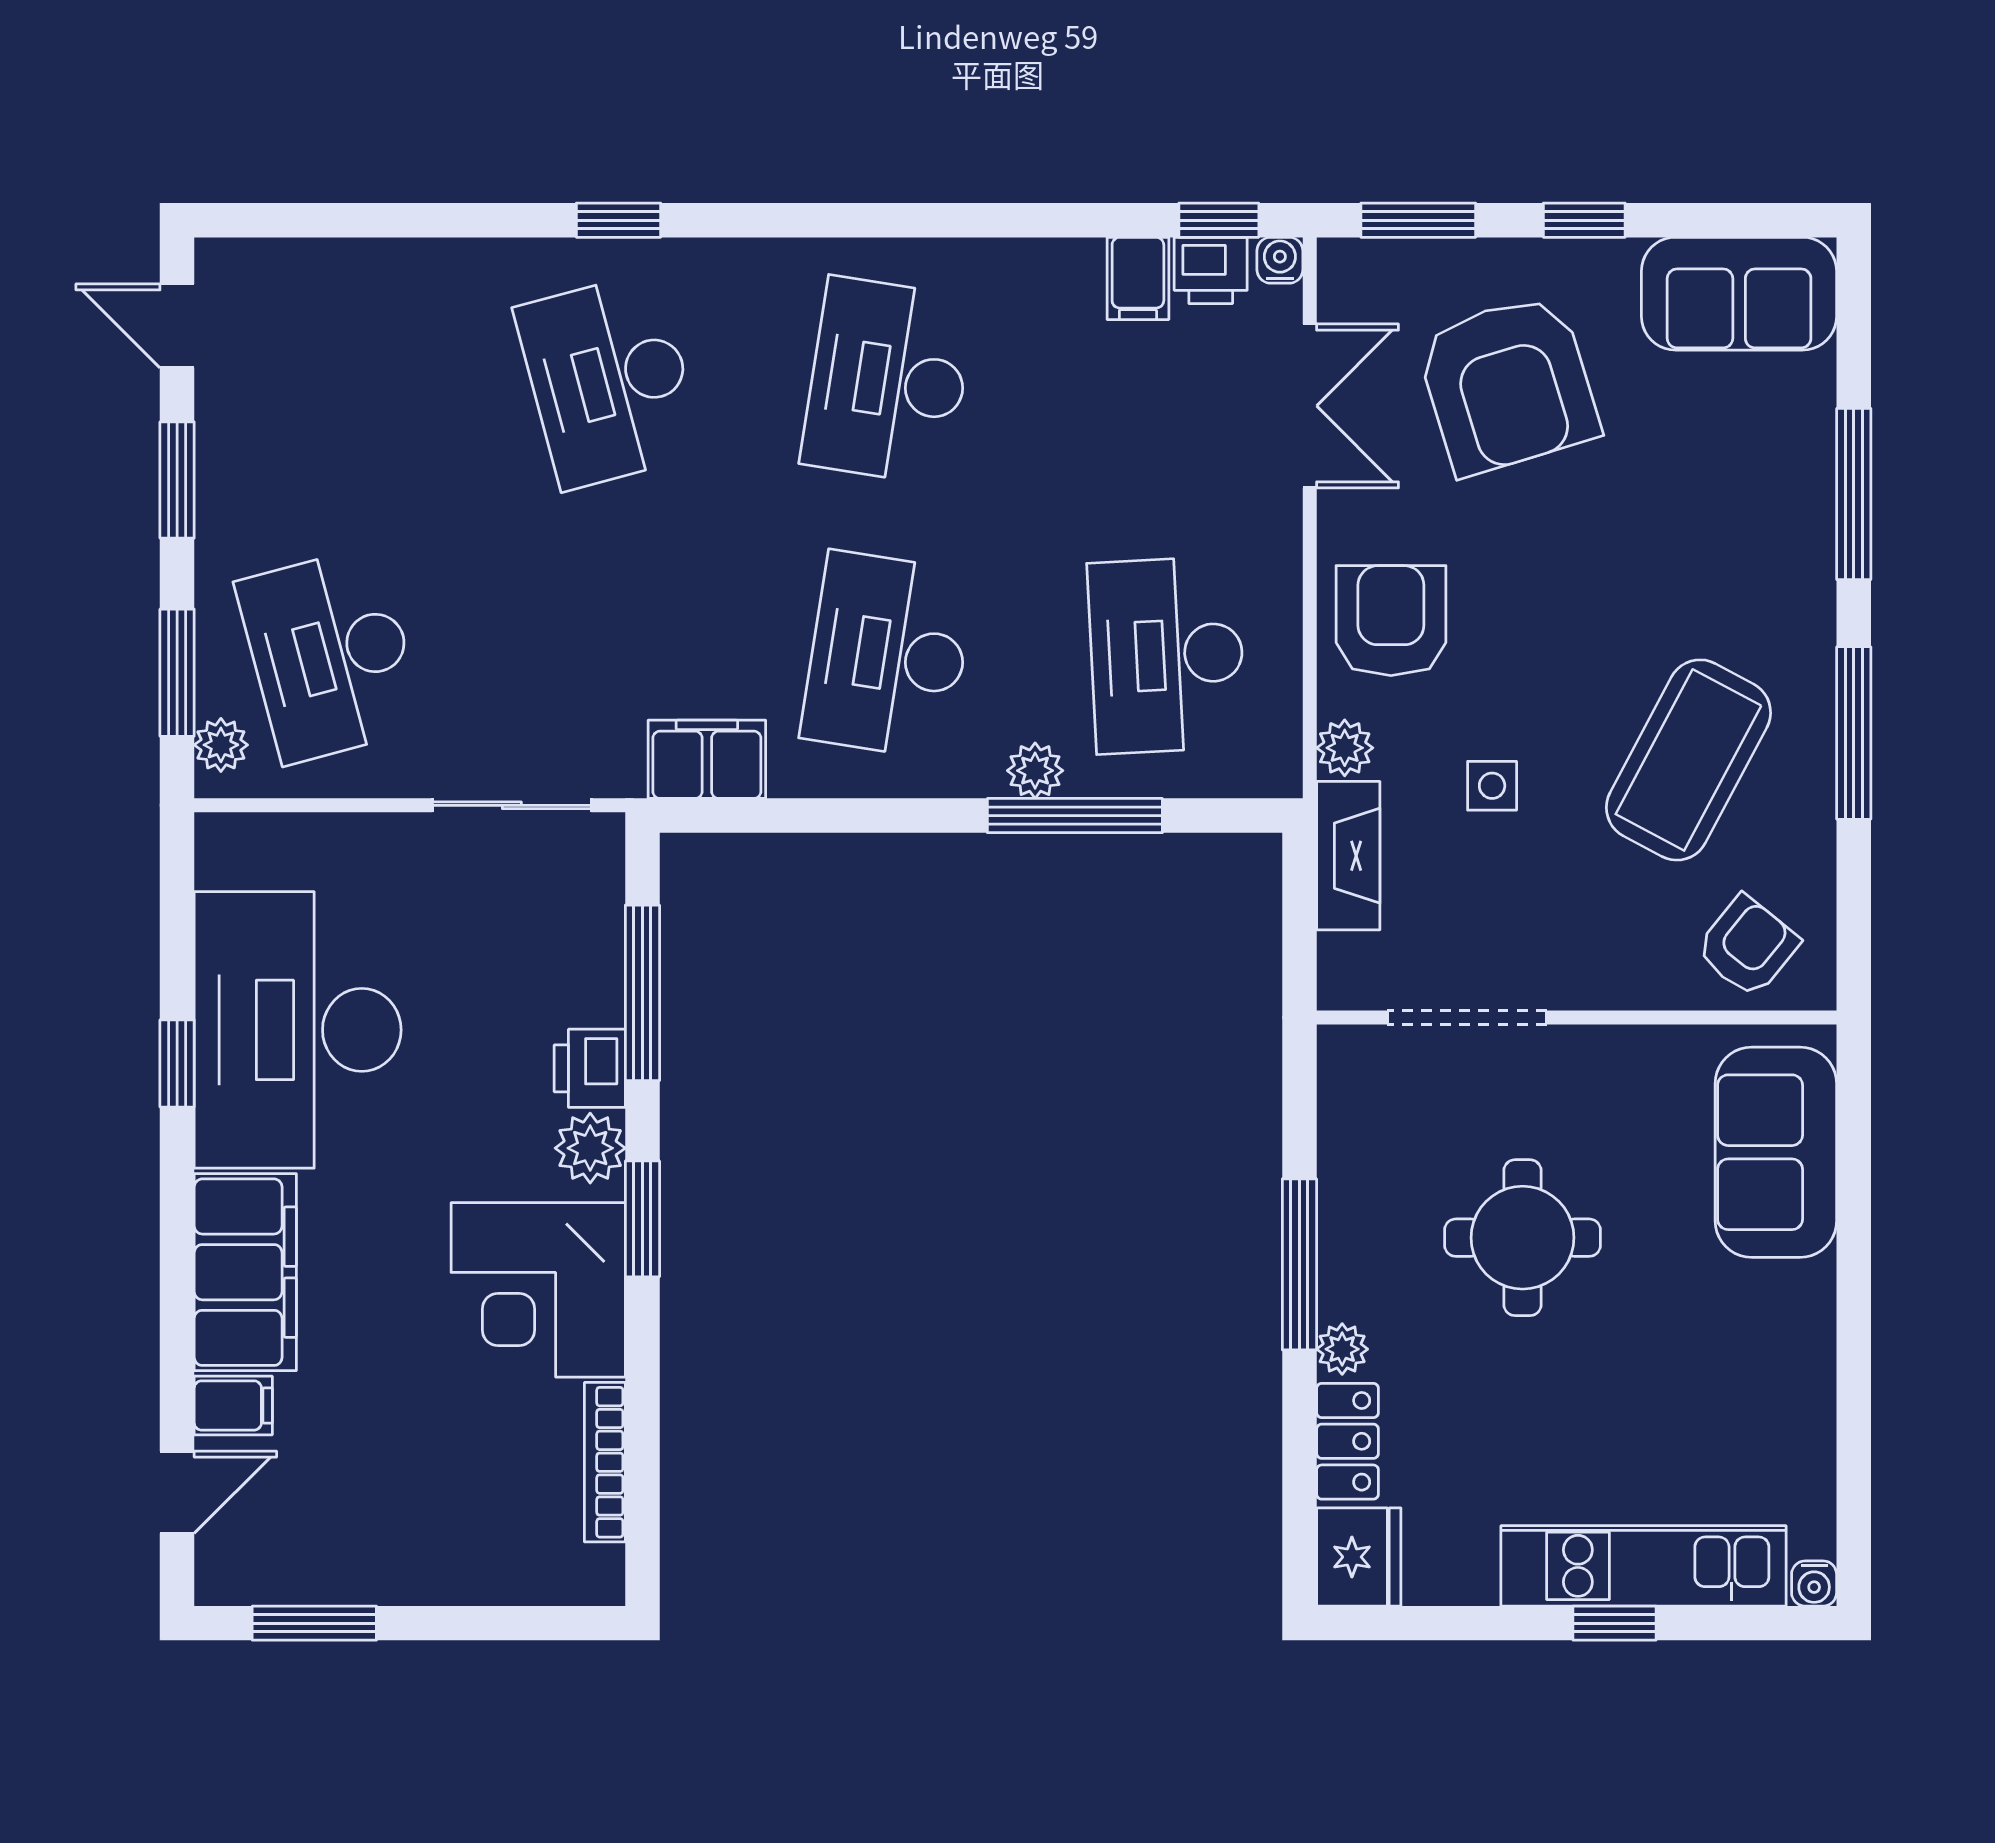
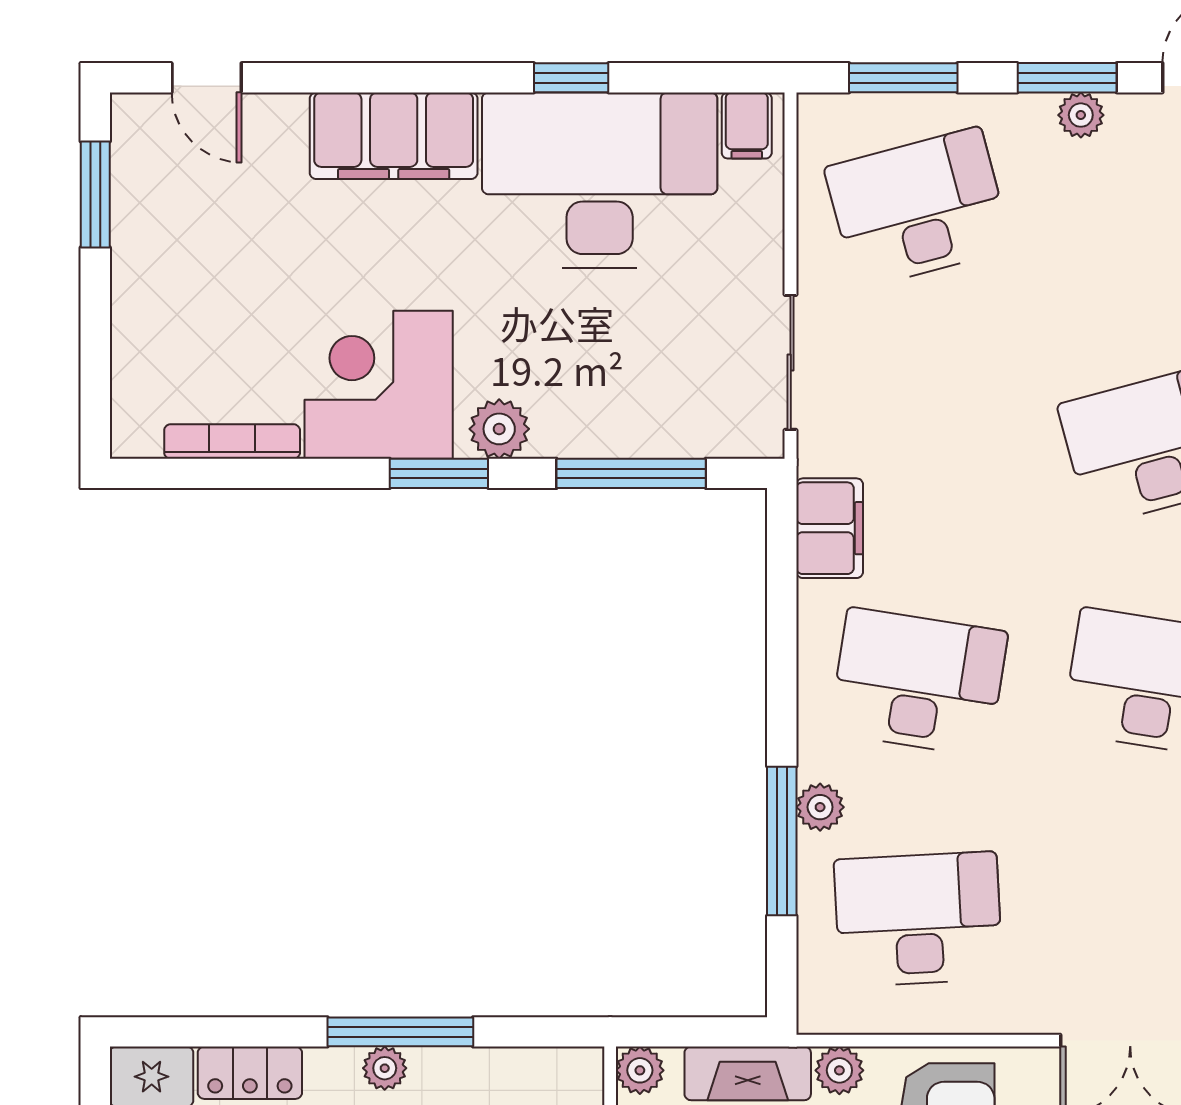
plant: (221, 745) -> (1081, 115), moved
plant: (1345, 983) -> (640, 1070), added
printer: (590, 1068) -> (567, 429), removed
plant: (1342, 1349) -> (385, 1068), moved
filing cabinet: (233, 1405) -> (747, 126), moved

